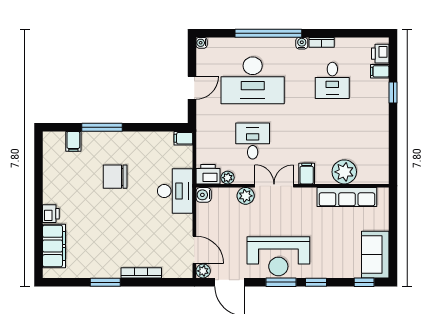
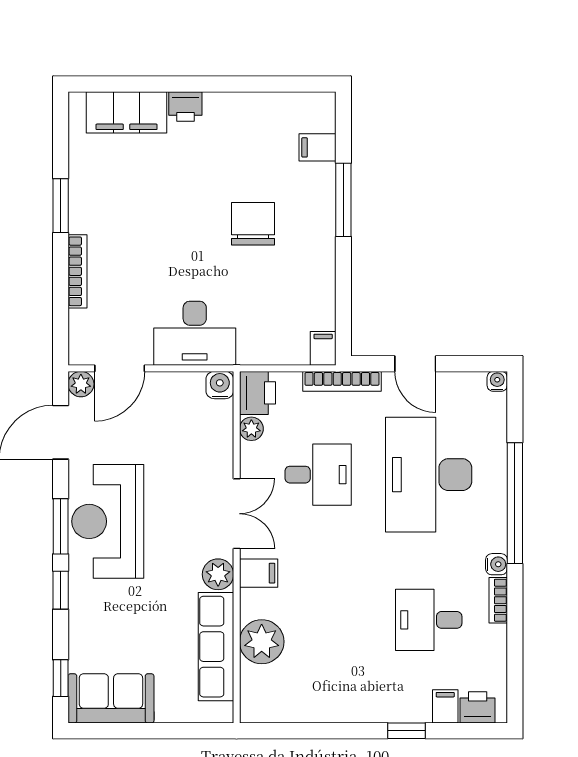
bookcase: (202, 128) -> (342, 381), added
desk: (175, 191) -> (195, 333), moved
plant: (246, 196) -> (218, 574), moved

